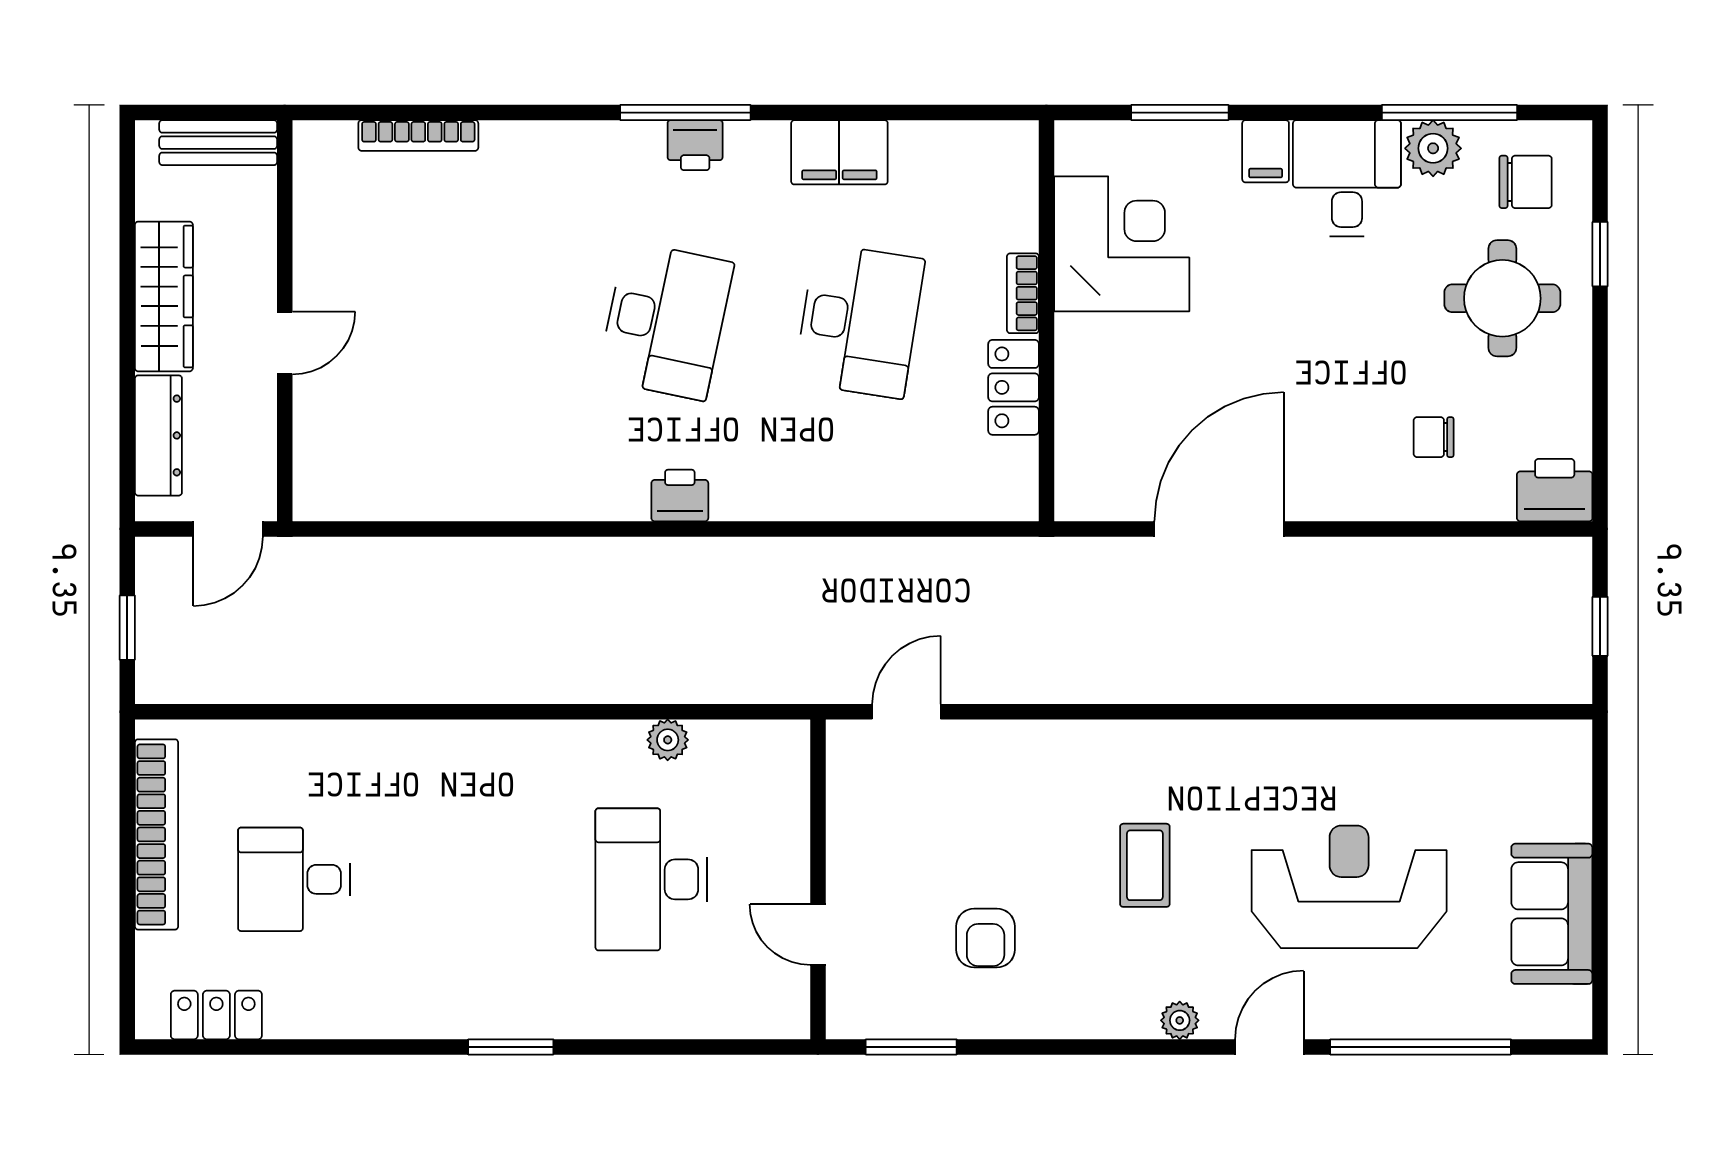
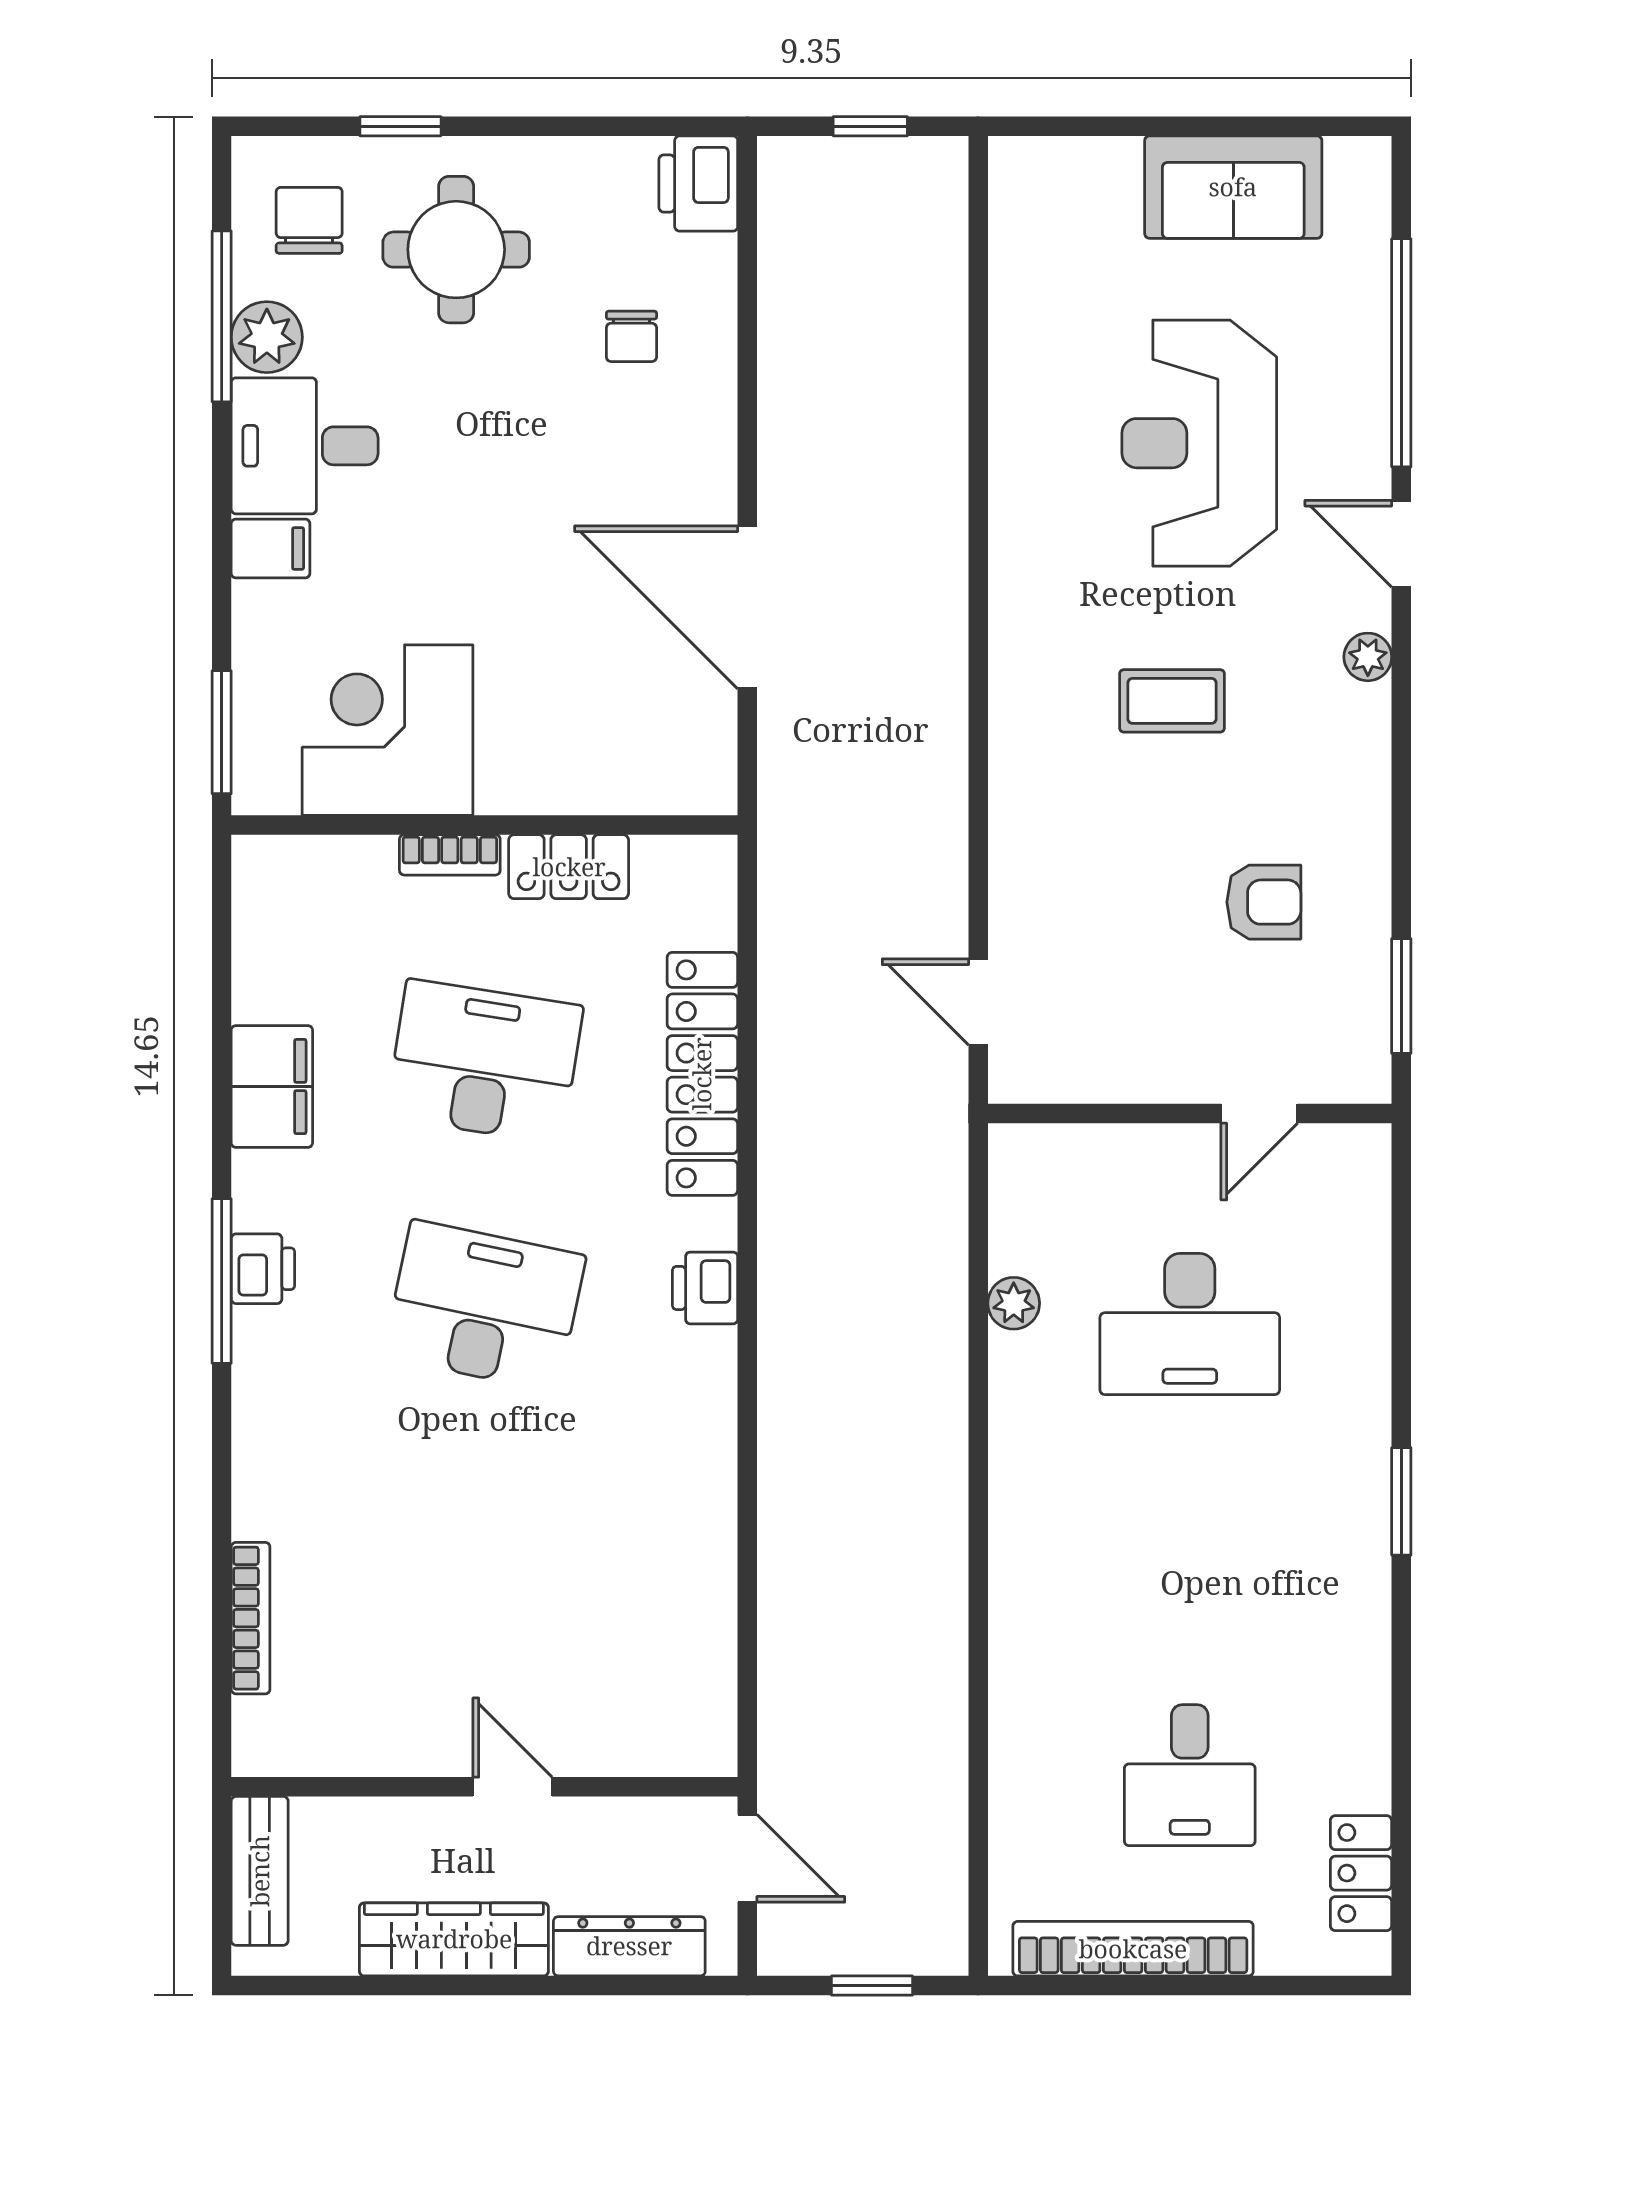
window: (1180, 113) -> (222, 732), moved
locker: (849, 493) -> (702, 1074), added

